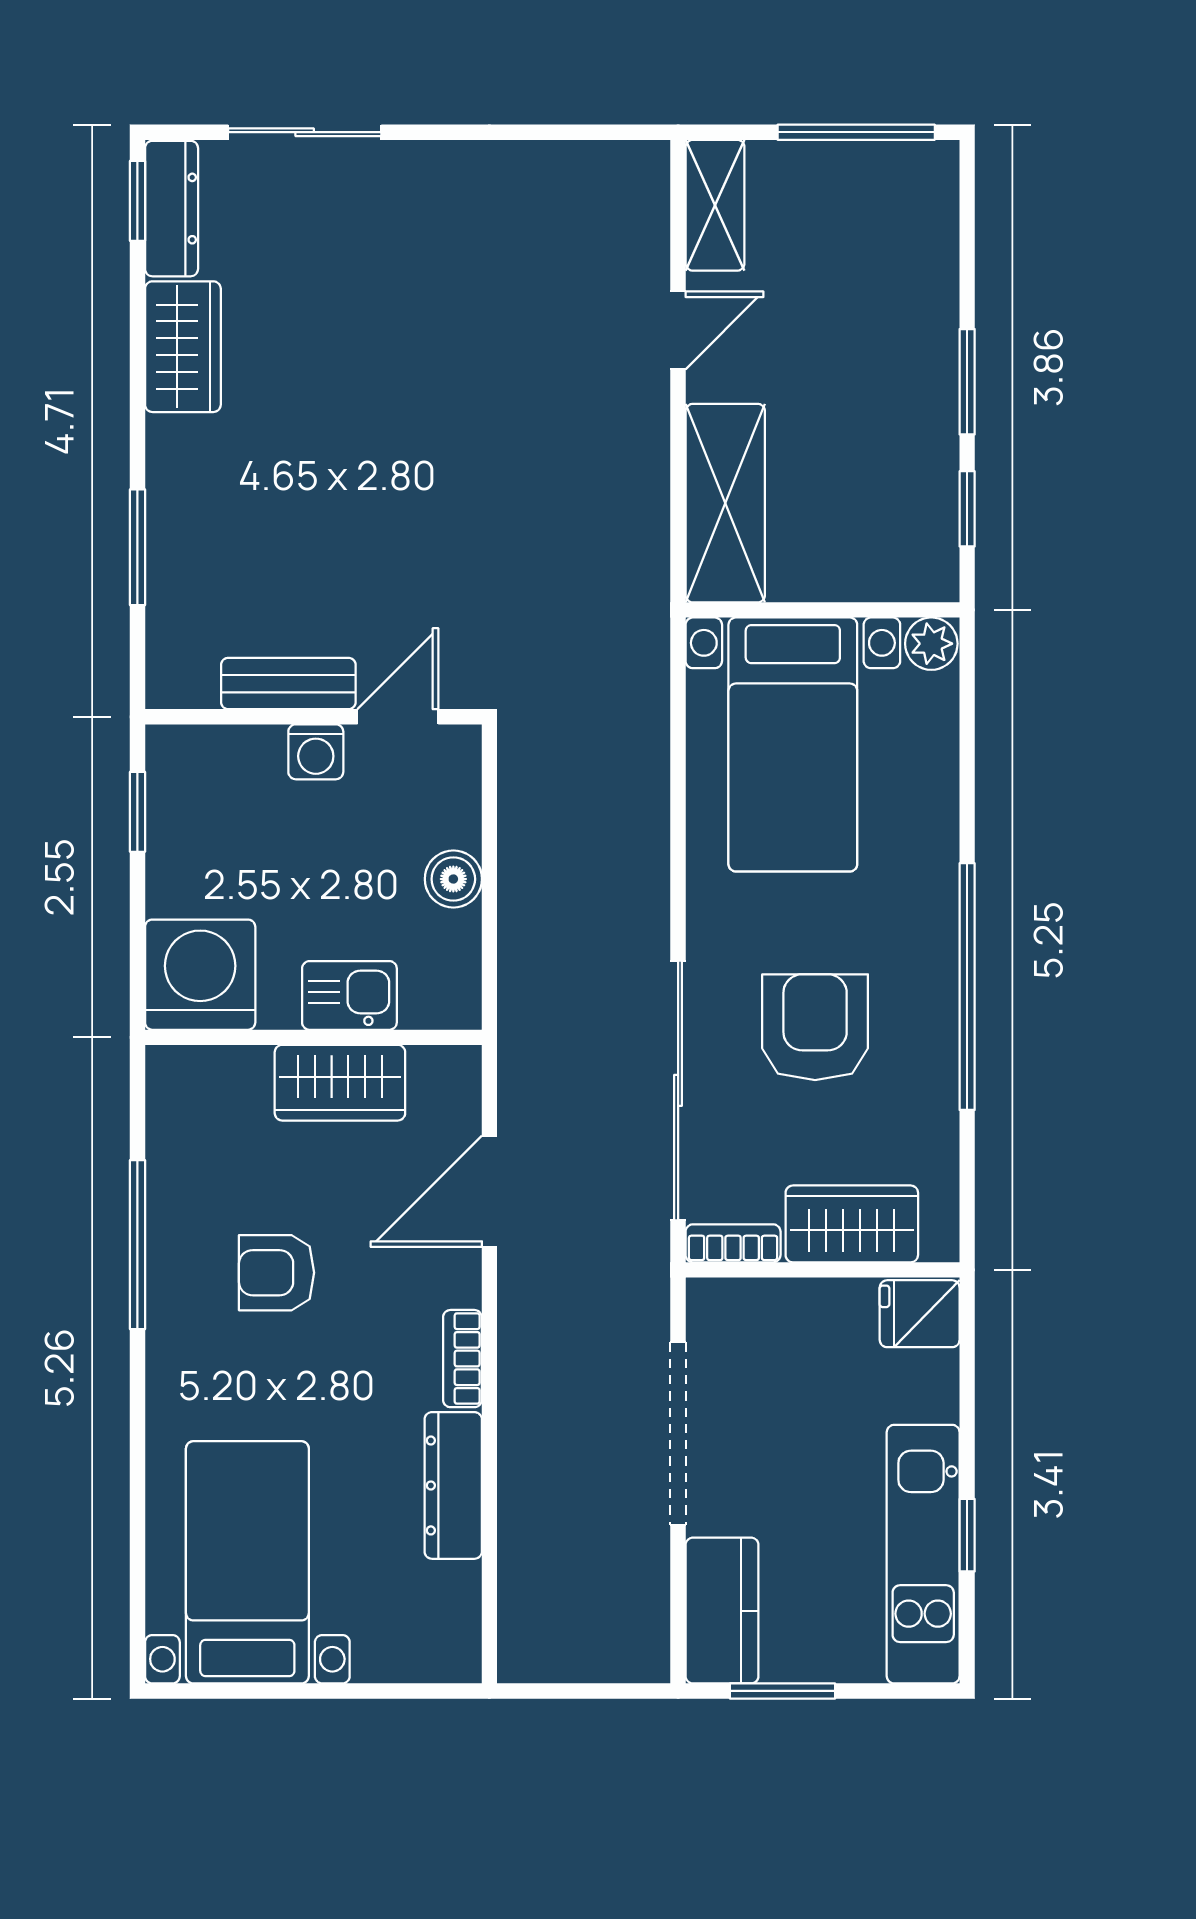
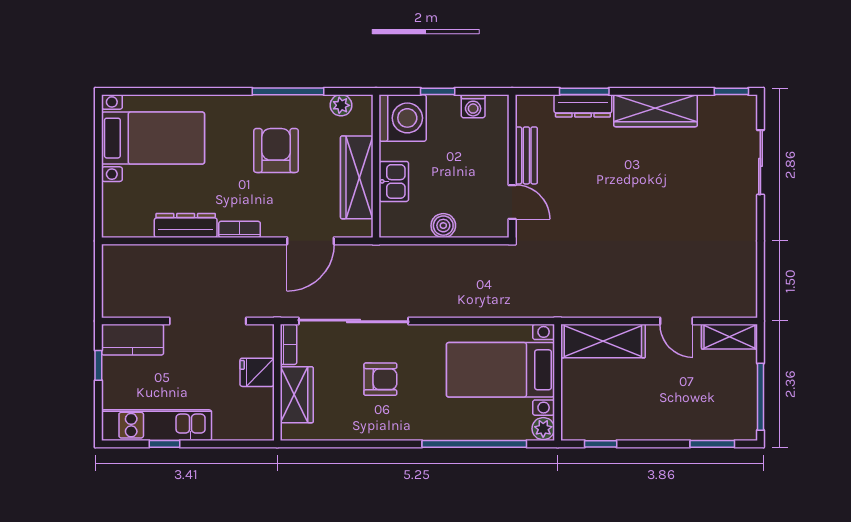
dresser: (172, 209) -> (583, 106), moved
wardrobe: (183, 347) -> (656, 111), width x1.50
window: (967, 382) -> (712, 444), moved
washing machine: (316, 752) -> (473, 106), moved, turned -90
window: (137, 812) -> (438, 91), moved
window: (967, 987) -> (474, 444), moved
armchair: (815, 1027) -> (380, 379), width x0.72, depth x0.72
wardrobe: (340, 1083) -> (357, 177), width x1.50
plant: (170, 1120) -> (341, 105), added
door: (489, 1191) -> (311, 241), swing flipped
armchair: (277, 1273) -> (276, 150), width x1.38, depth x1.38
fridge: (920, 1314) -> (257, 372), moved, turned -90
window: (783, 1691) -> (98, 365), width x0.67

